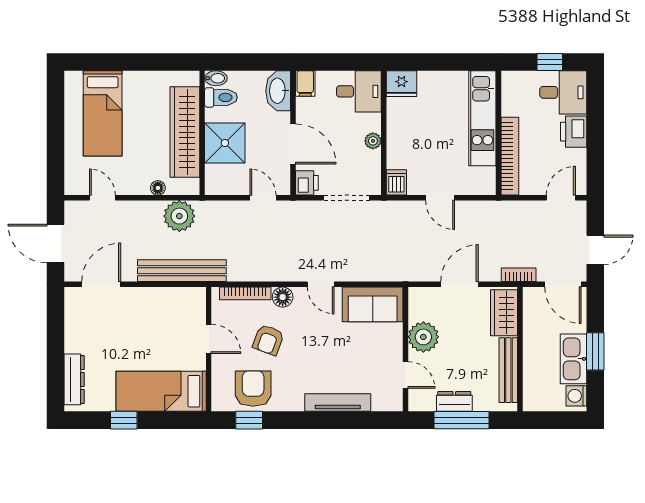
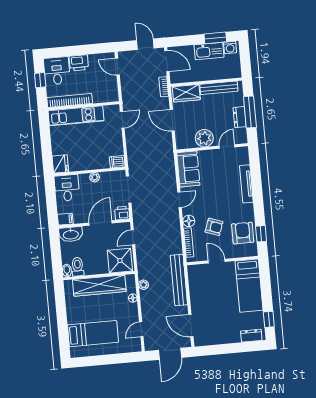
shower: (225, 143) -> (120, 261), moved
bookcase: (510, 156) -> (70, 100), moved
door: (440, 198) -> (122, 120), moved
plant: (179, 216) -> (144, 285), width x0.53, depth x0.53
door: (563, 284) -> (167, 61), hinge flipped
door: (209, 339) -> (217, 261), hinge flipped
window: (595, 351) -> (215, 38), moved
dresser: (74, 379) -> (251, 336), width x0.70
armchair: (253, 389) -> (243, 233), turned 90
window: (124, 420) -> (269, 319), moved

